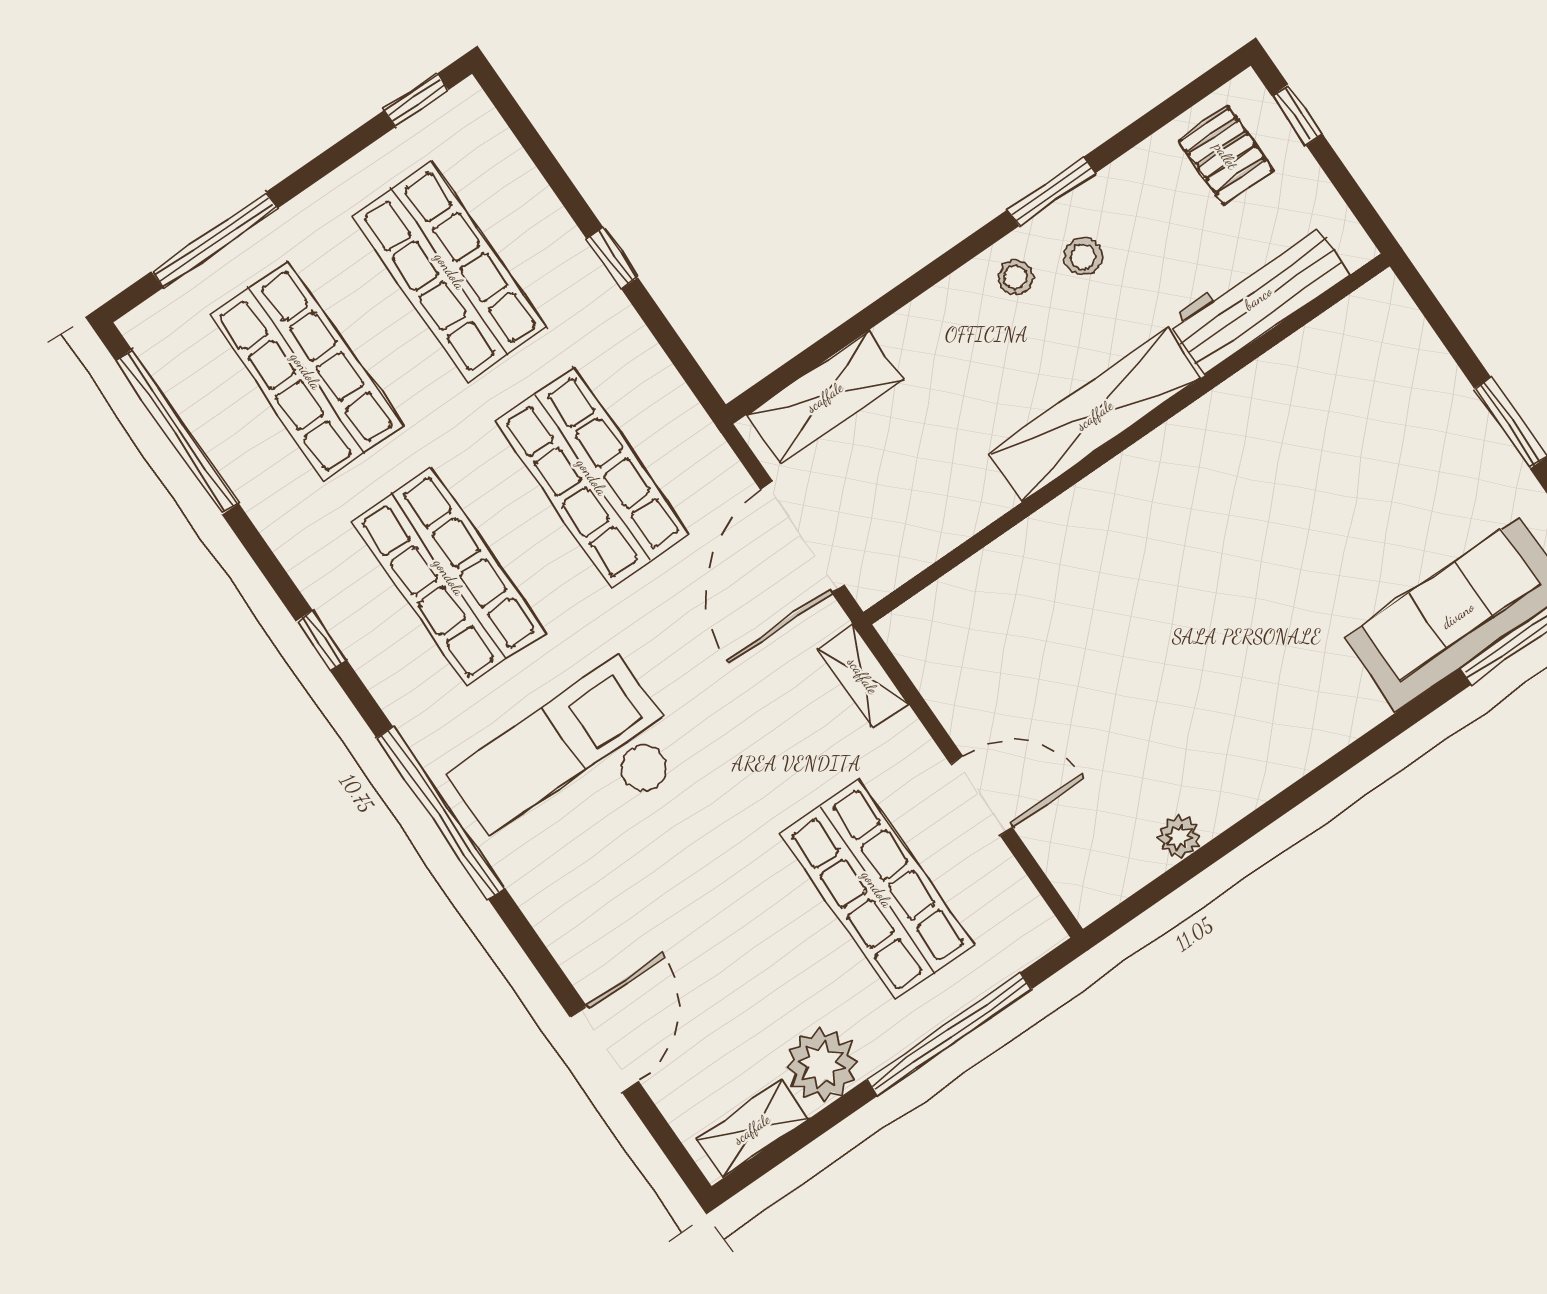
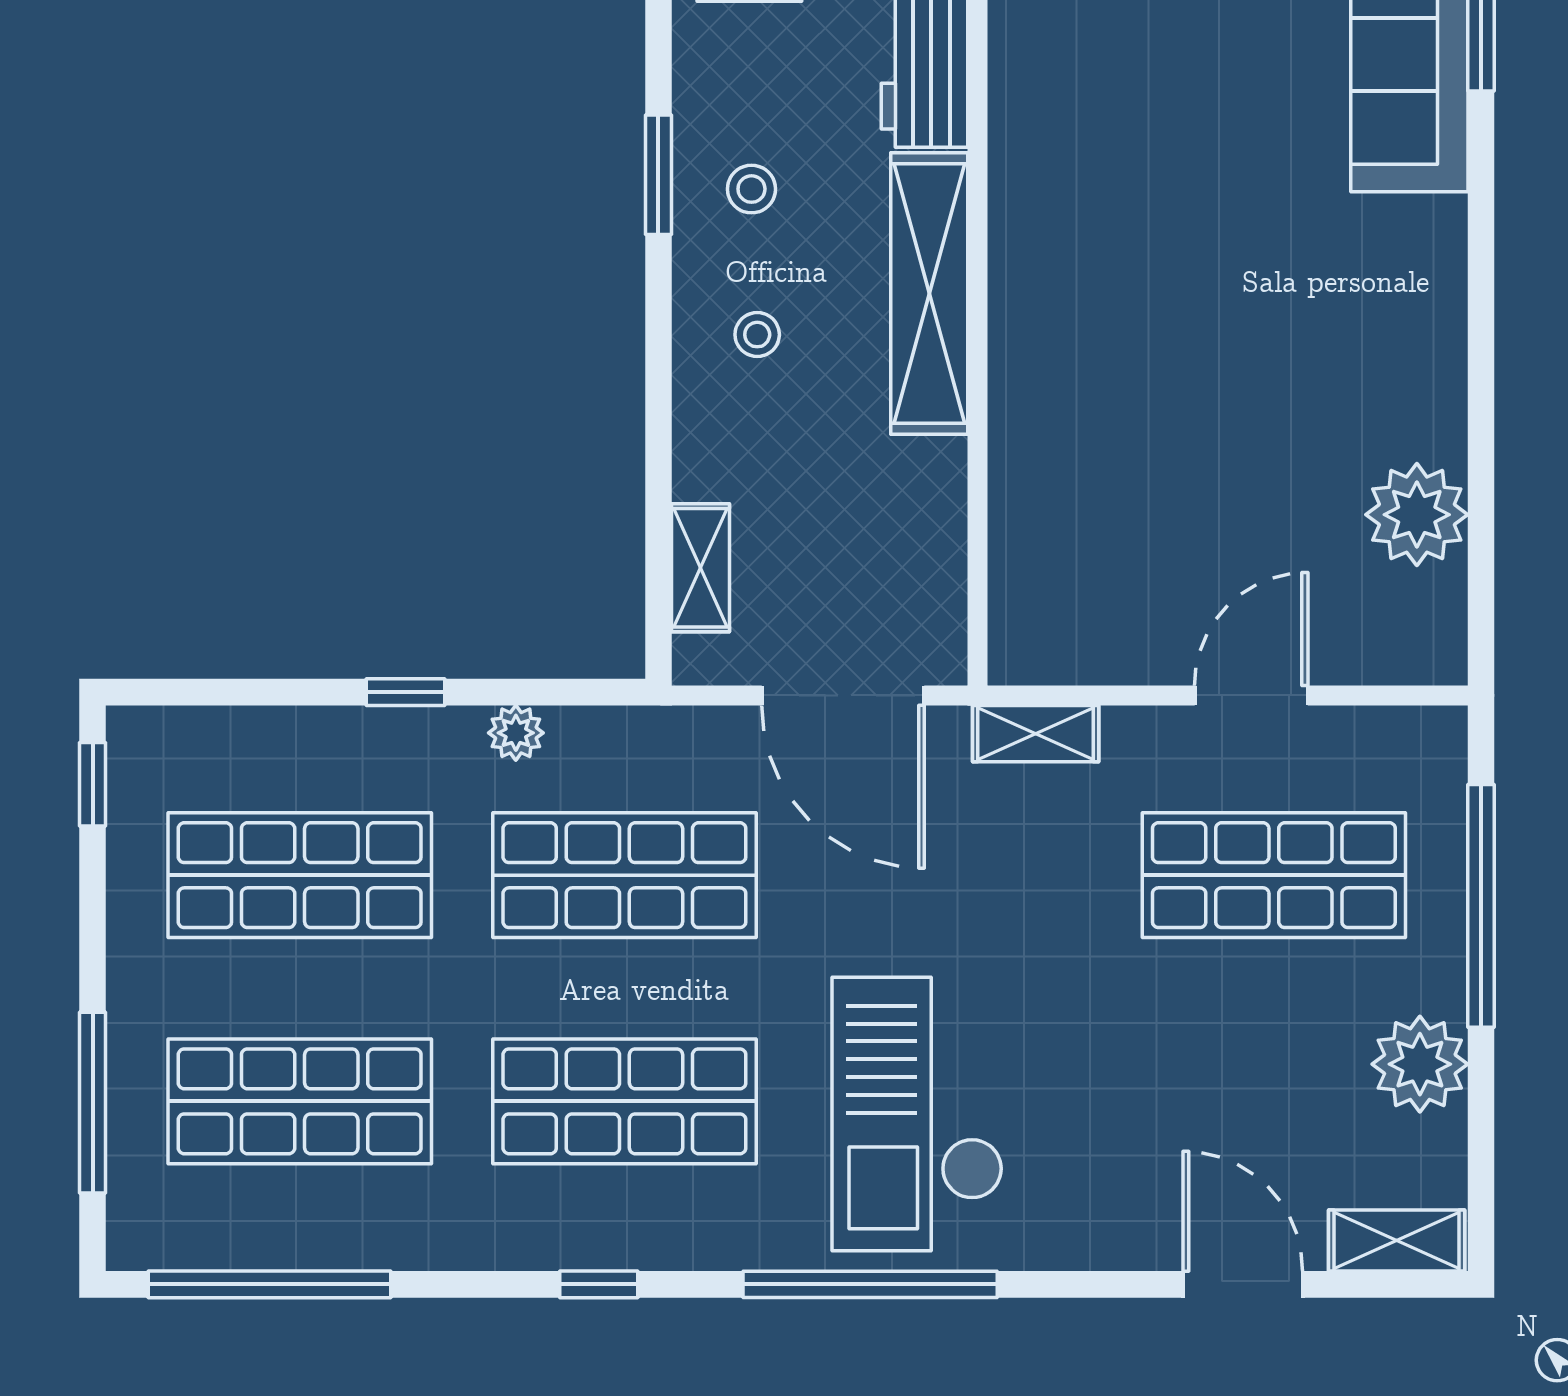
stool: (1016, 277) -> (757, 335), moved
plant: (635, 346) -> (516, 733), added
shelving: (825, 397) -> (701, 568), width x0.67, depth x0.75
plant: (1179, 837) -> (1417, 515), width x1.88, depth x1.88
shelving: (752, 1129) -> (1397, 1241), moved, turned 90

